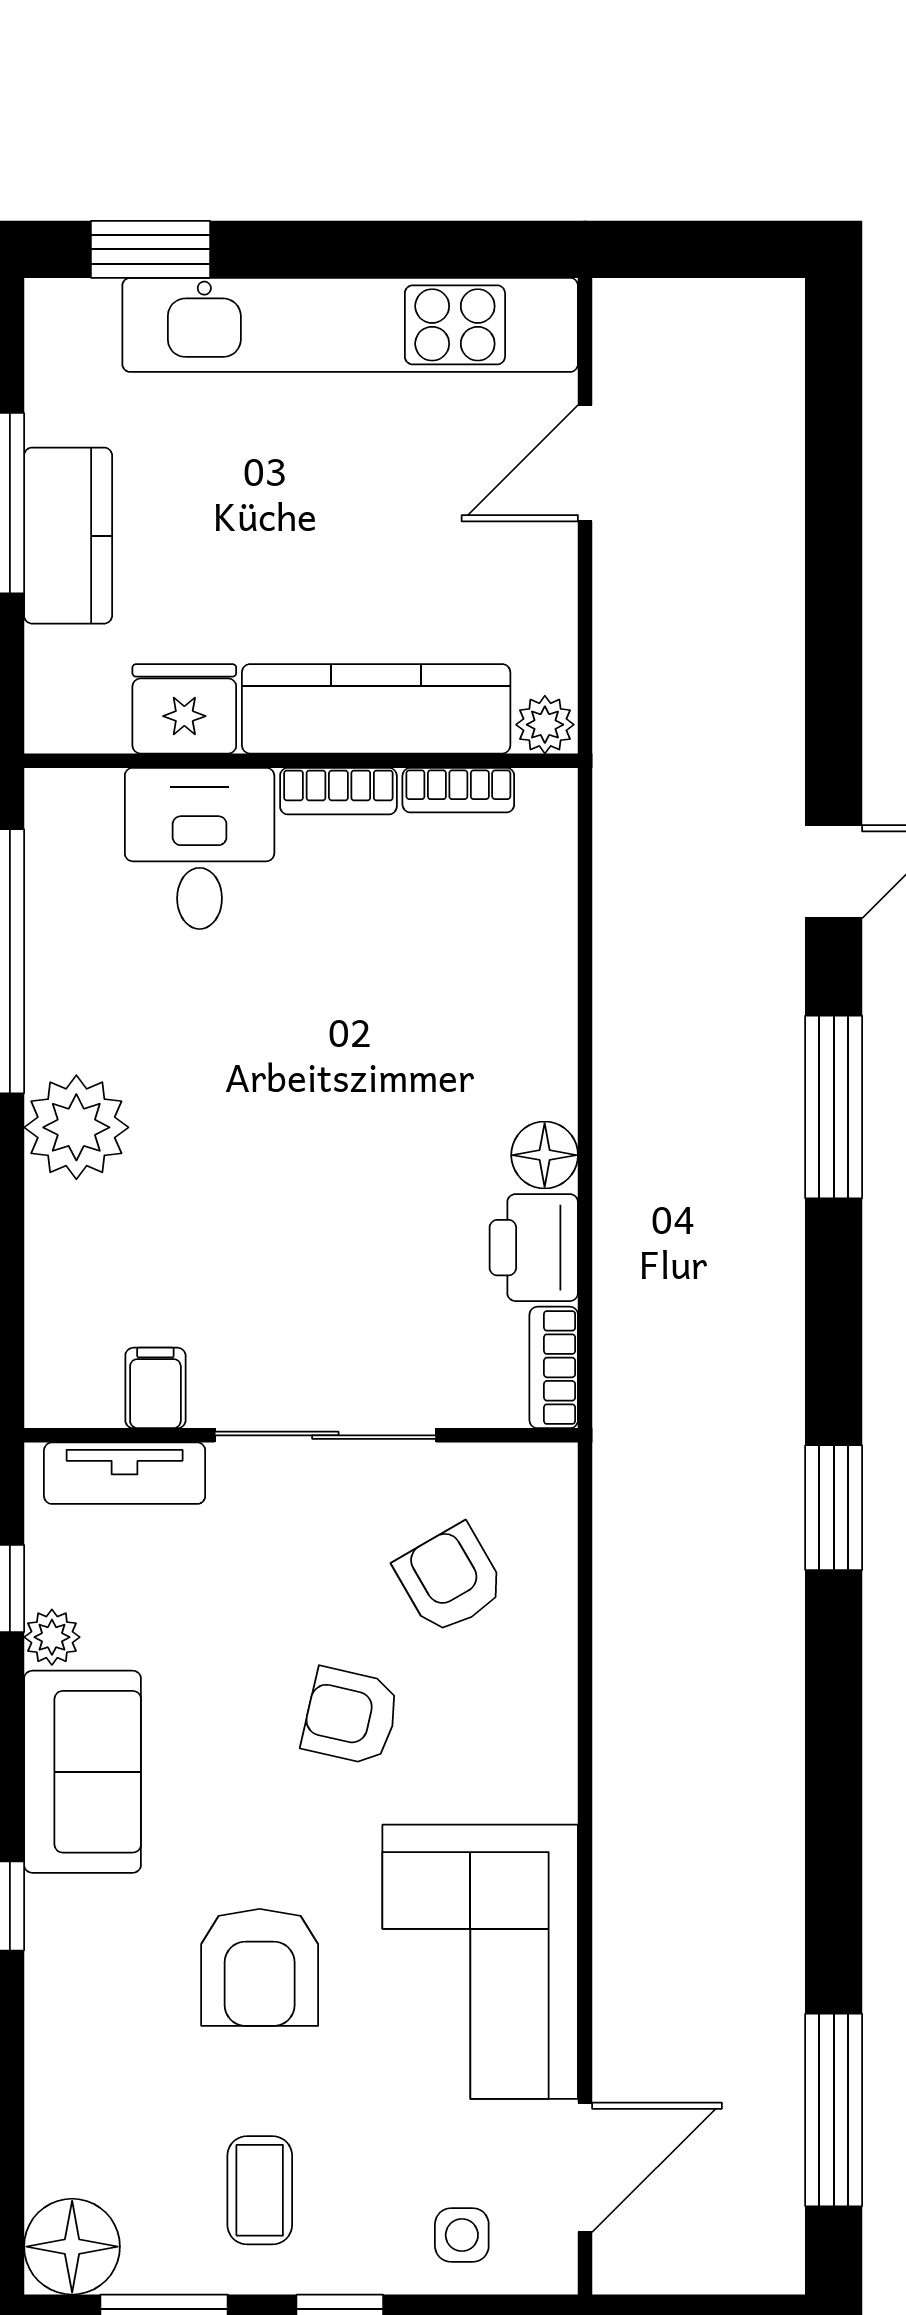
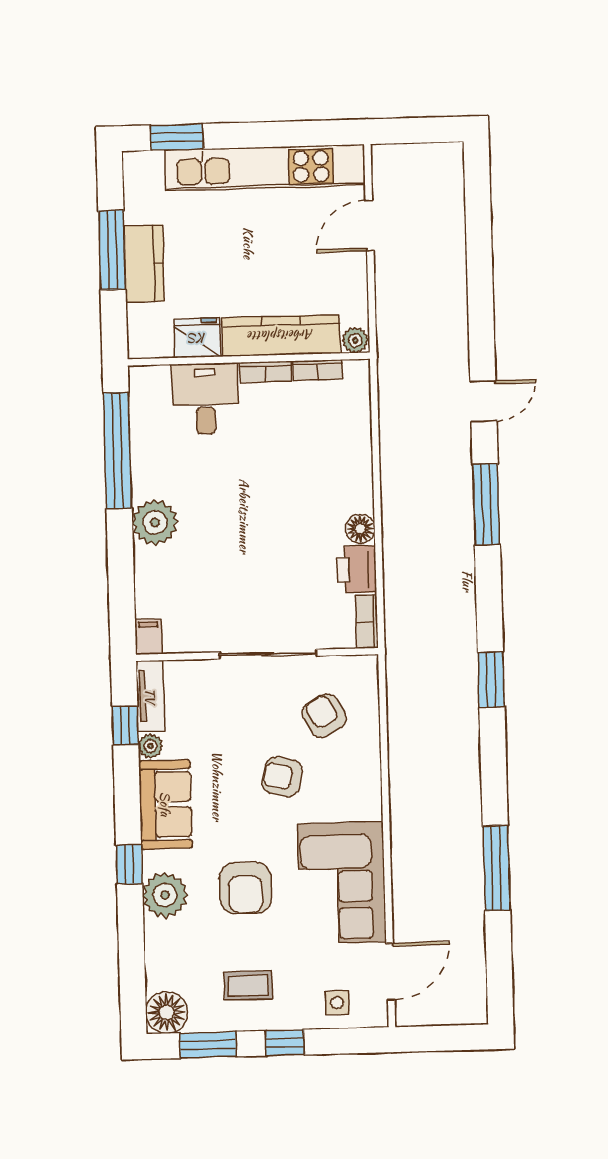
filing cabinet: (155, 1388) -> (148, 637), moved
tv unit: (125, 1473) -> (150, 696), moved, turned -90
plant: (75, 1978) -> (165, 895), added
window: (834, 2110) -> (496, 868), moved
coffee table: (260, 2190) -> (248, 986), turned 90

